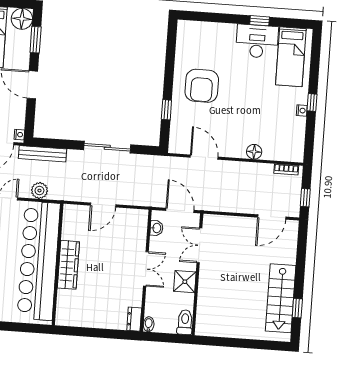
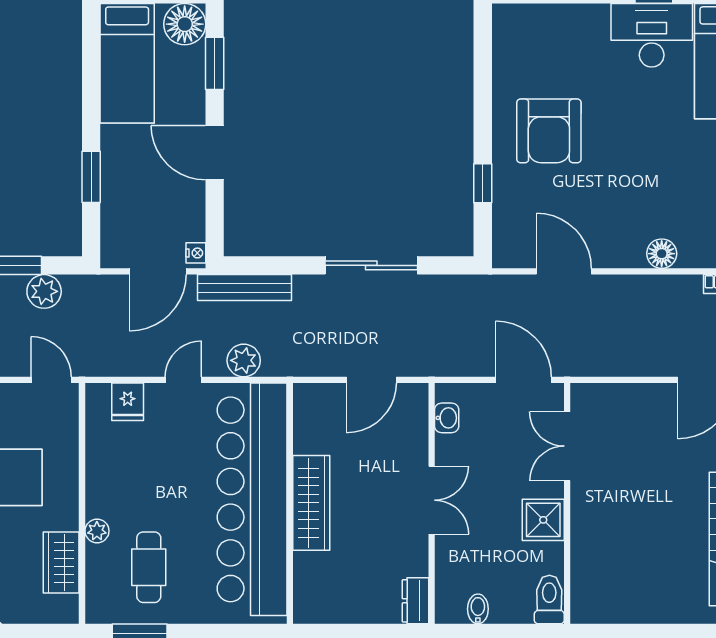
washbasin: (156, 228) -> (447, 418), moved
double door: (146, 269) -> (432, 500), moved
wall: (146, 271) -> (432, 503), moved
dresser: (134, 319) -> (415, 601), moved

